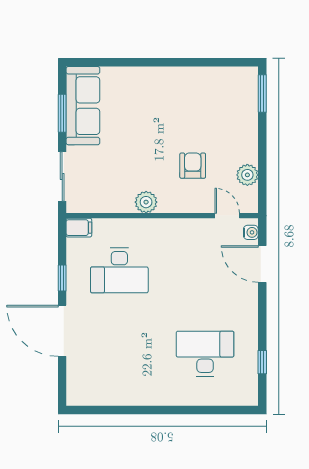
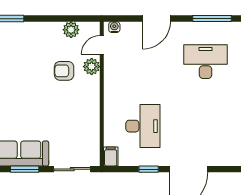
plant: (146, 202) -> (92, 67), moved
door: (262, 264) -> (157, 19), moved
desk: (205, 354) -> (206, 62), turned 90
window: (262, 362) -> (212, 19), width x2.17

